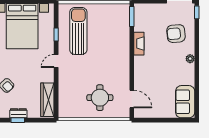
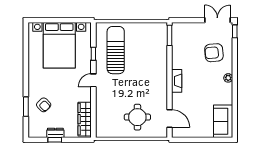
fireplace: (139, 44) -> (177, 81), moved

